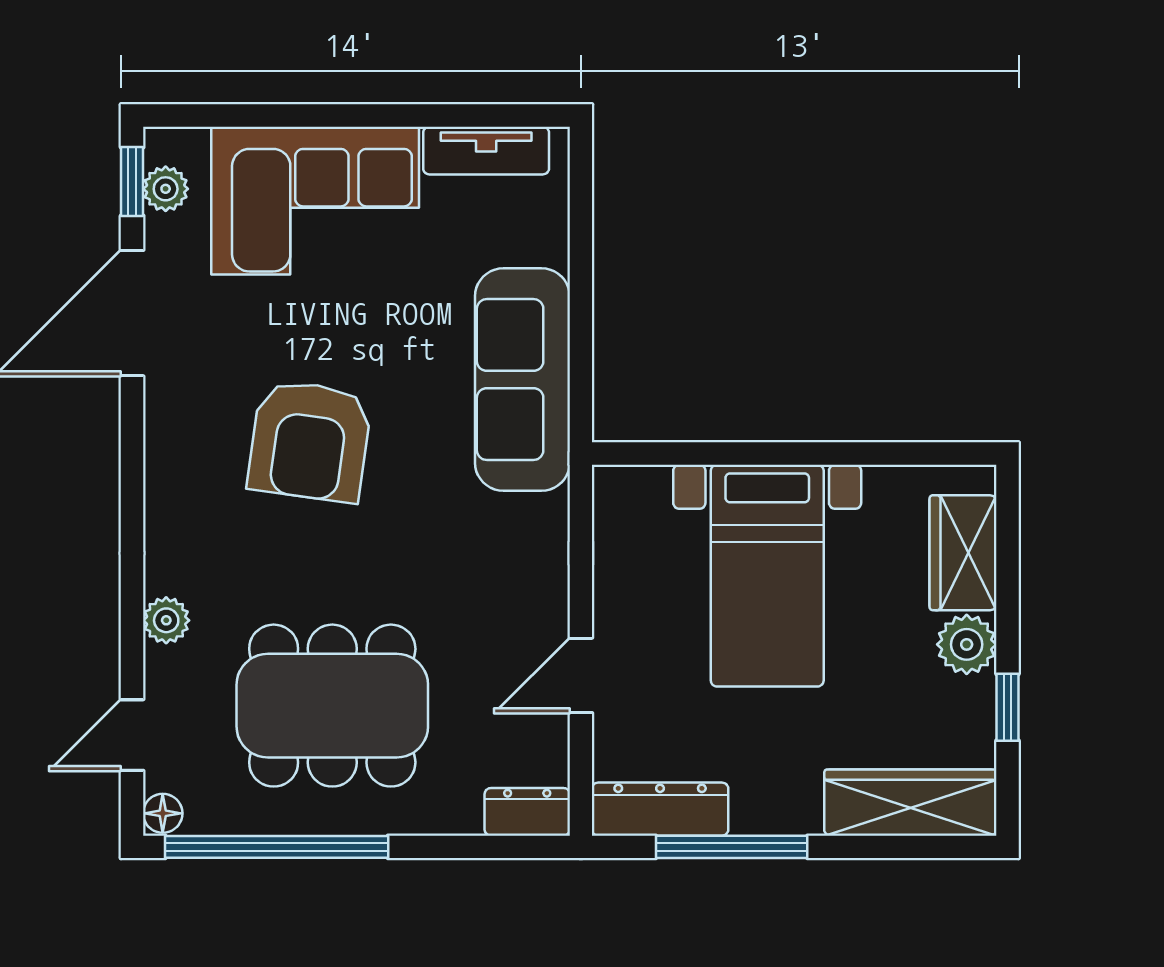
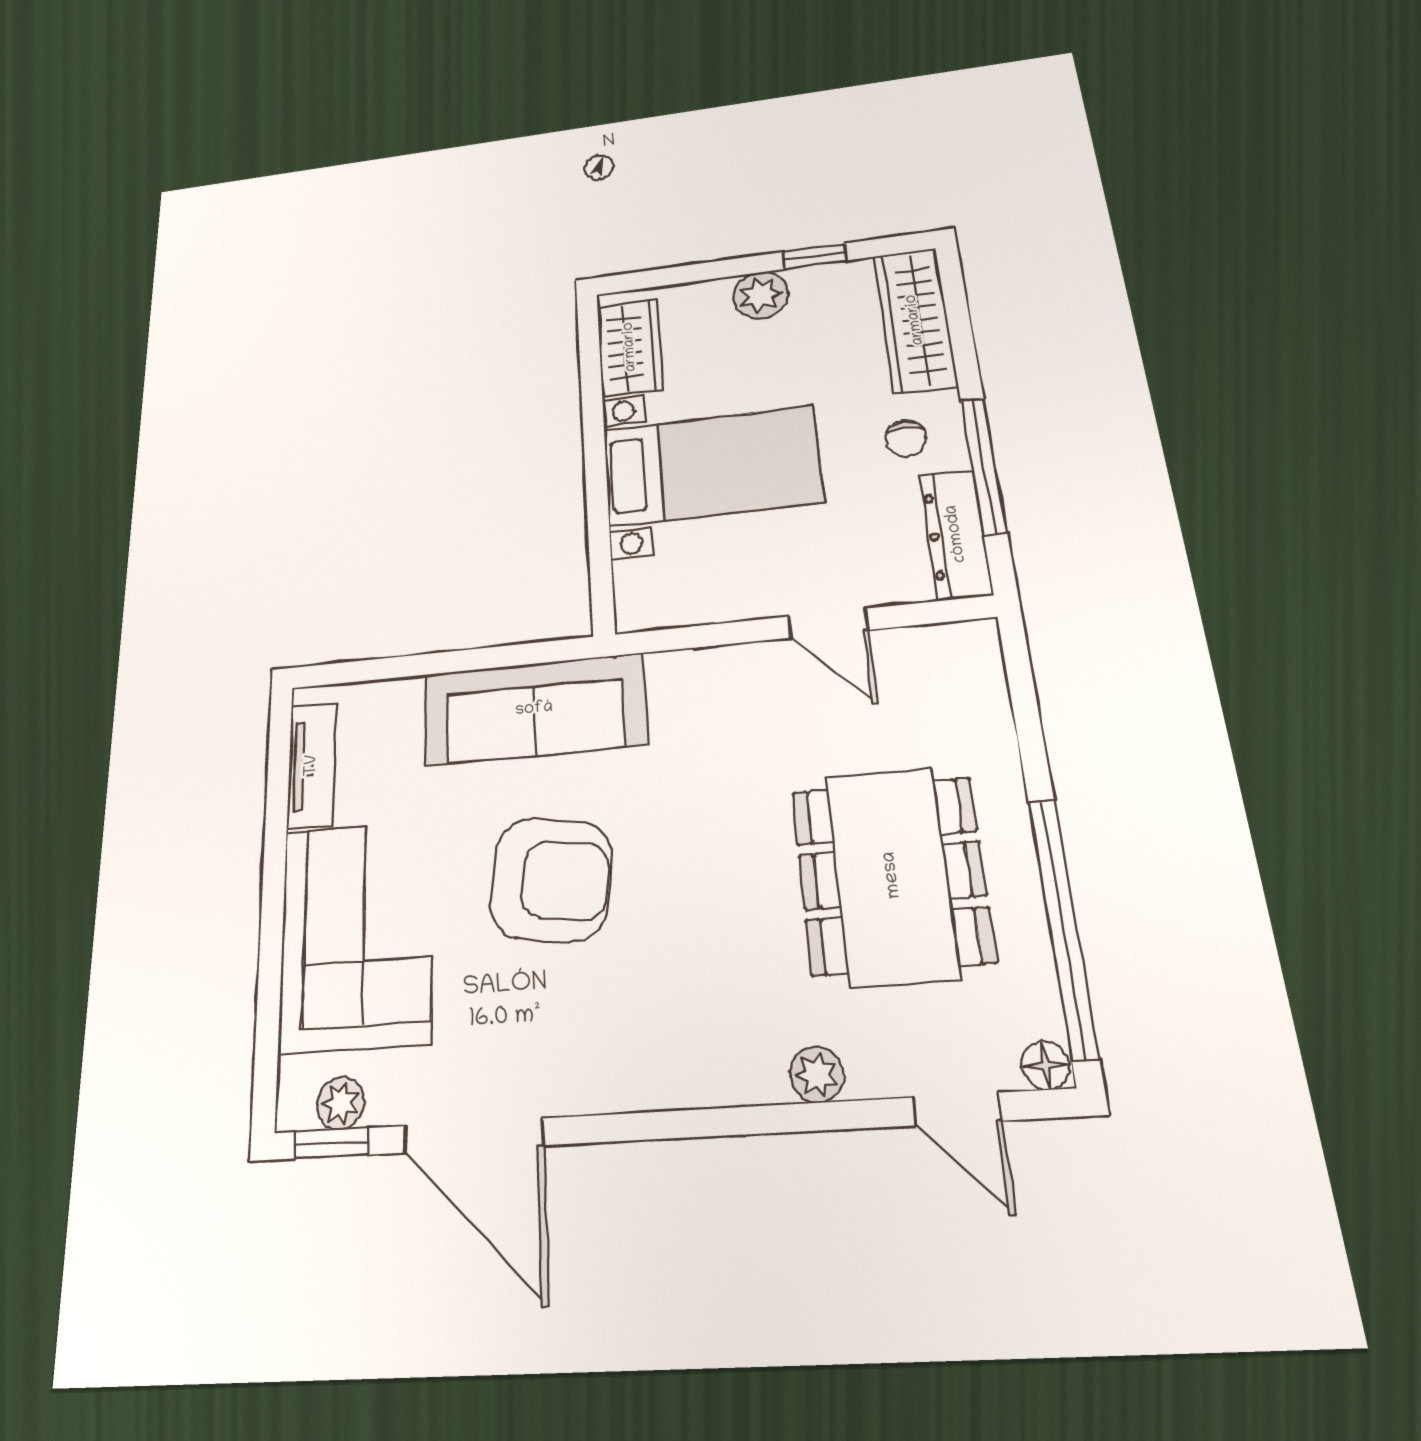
armchair: (310, 441) -> (551, 880), moved
wardrobe: (963, 553) -> (630, 347), moved, turned -90
chair: (772, 775) -> (906, 438), added
dresser: (527, 812) -> (979, 661), removed

